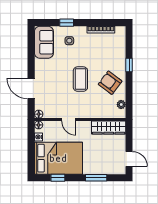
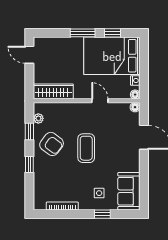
window: (129, 93) -> (29, 131), added
window: (96, 178) -> (83, 33), moved

